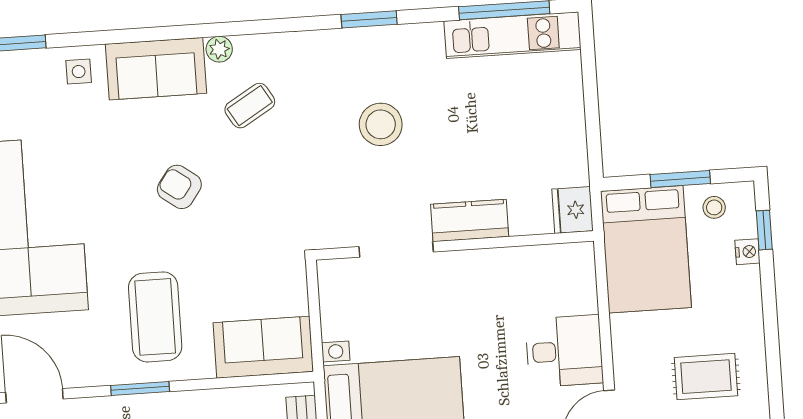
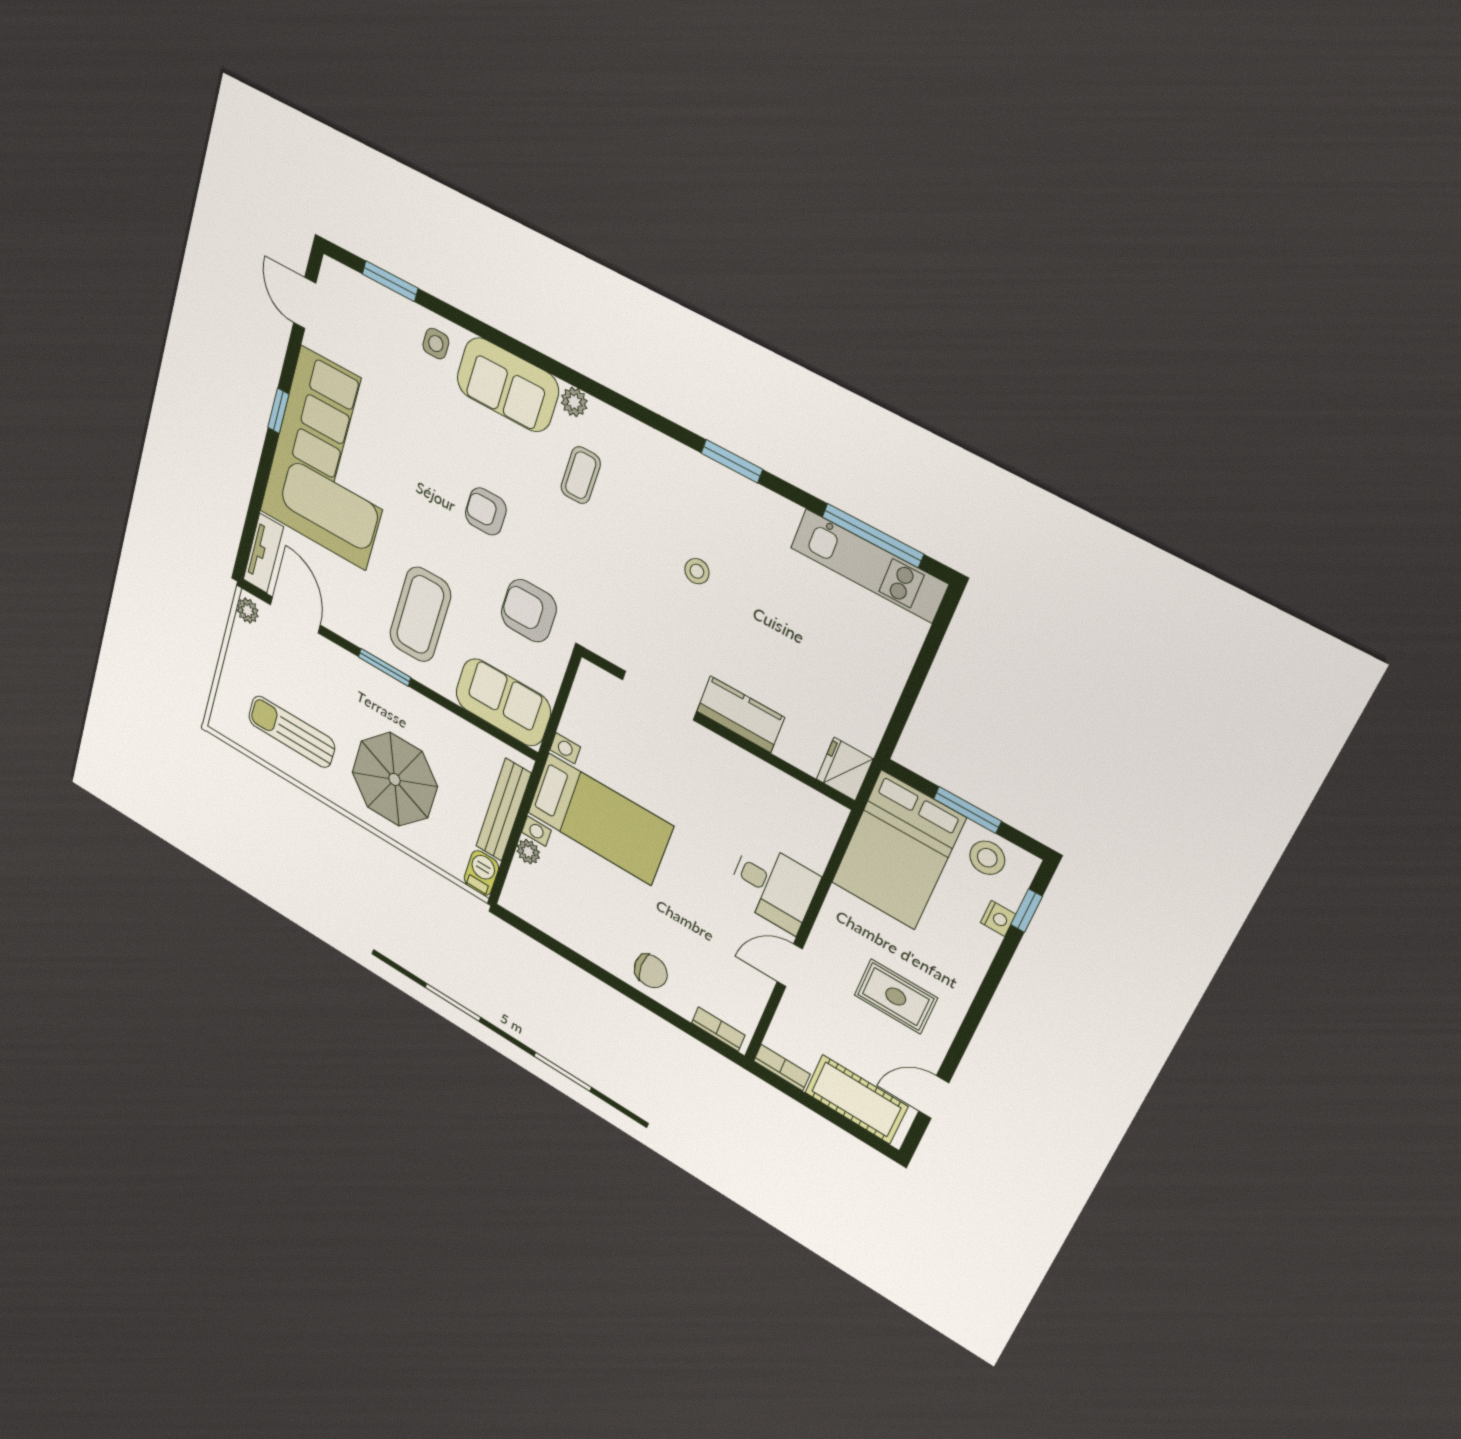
coffee table: (250, 106) -> (581, 475), turned -59
stool: (381, 124) -> (697, 571), width x0.53, depth x0.53
armchair: (179, 187) -> (486, 511), turned -36
stool: (714, 207) -> (987, 858), width x1.37, depth x1.37
armchair: (253, 249) -> (529, 611), added

